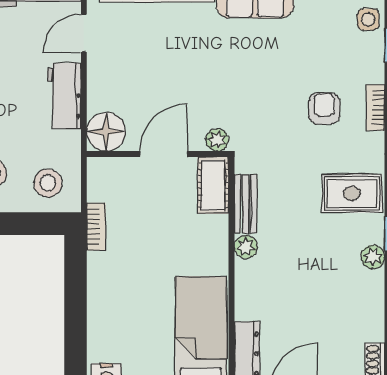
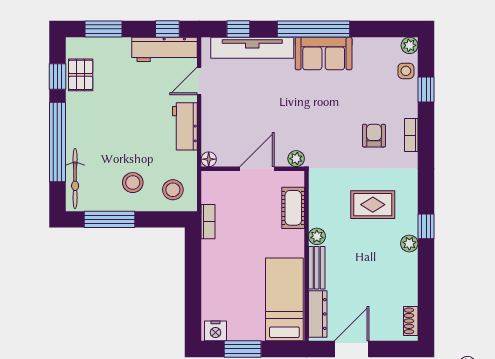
floor lamp: (106, 132) -> (209, 159), width x0.53, depth x0.53
cot: (213, 185) -> (293, 208), moved
rug: (352, 193) -> (373, 205), moved
bench: (245, 204) -> (317, 268), moved

